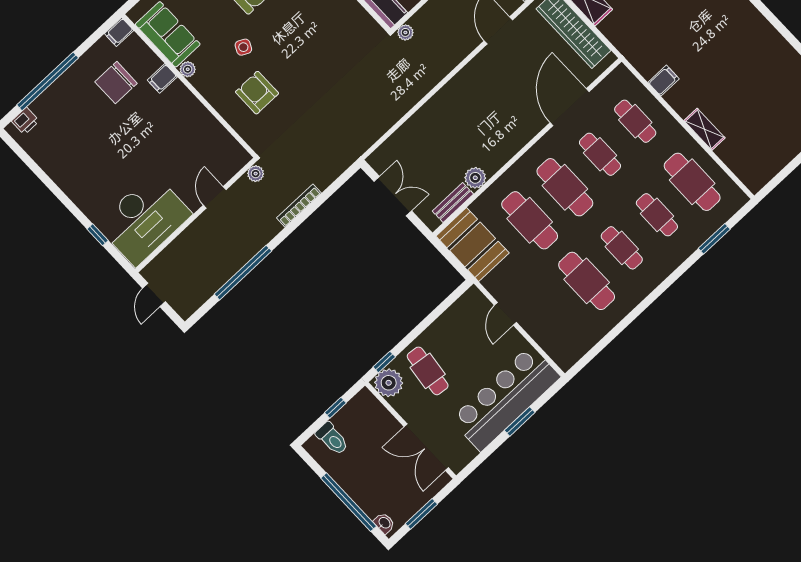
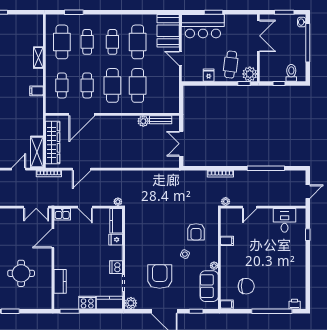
filing cabinet: (162, 78) -> (227, 241), moved
desk: (144, 219) -> (285, 220), width x0.53, depth x0.77
booth: (473, 245) -> (168, 31), moved
door: (505, 314) -> (180, 59), swing flipped
fridge: (444, 327) -> (209, 75), added
bar counter: (506, 398) -> (203, 26), width x0.73

